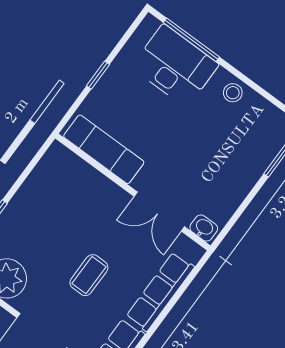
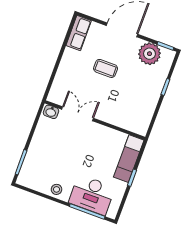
exam couch: (104, 149) -> (129, 159), moved, turned 90
coffee table: (89, 275) -> (106, 68), turned 90
row of seats: (160, 292) -> (64, 71), removed

